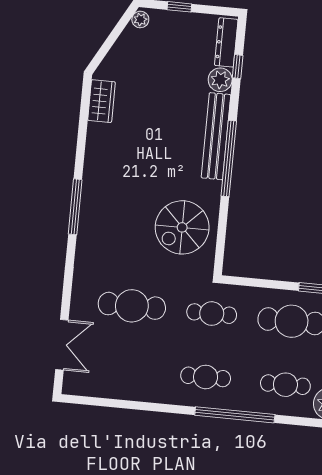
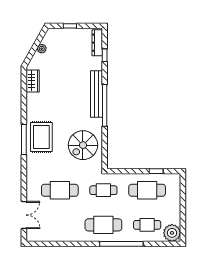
plant: (140, 19) -> (42, 49), moved
plant: (220, 80) -> (96, 63), removed
rug: (108, 205) -> (41, 137), added
cafe table: (206, 377) -> (103, 225), width x1.37, depth x1.35

